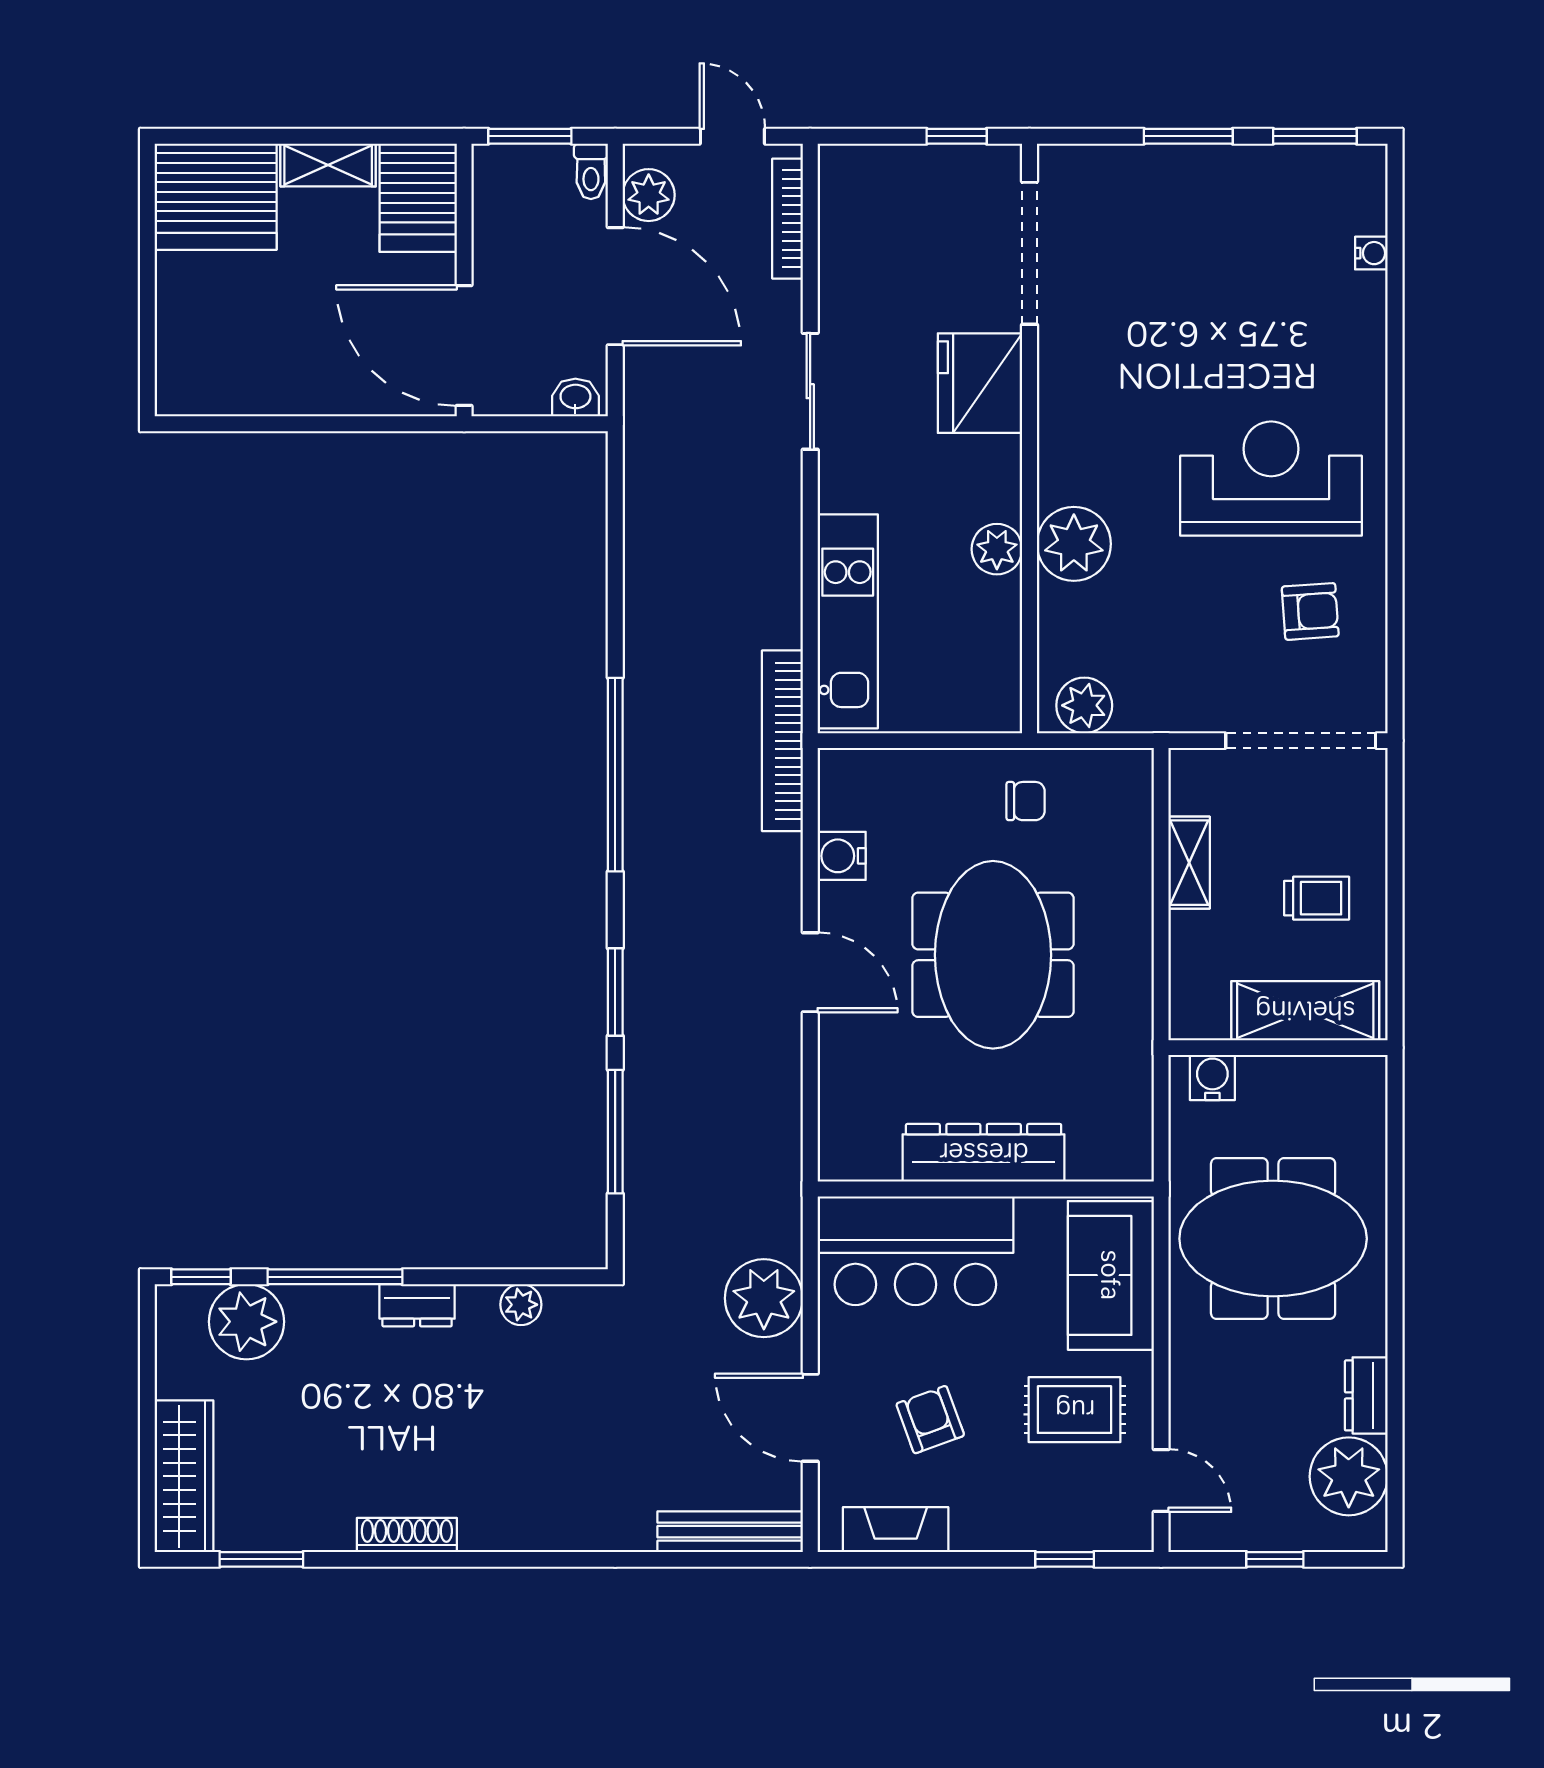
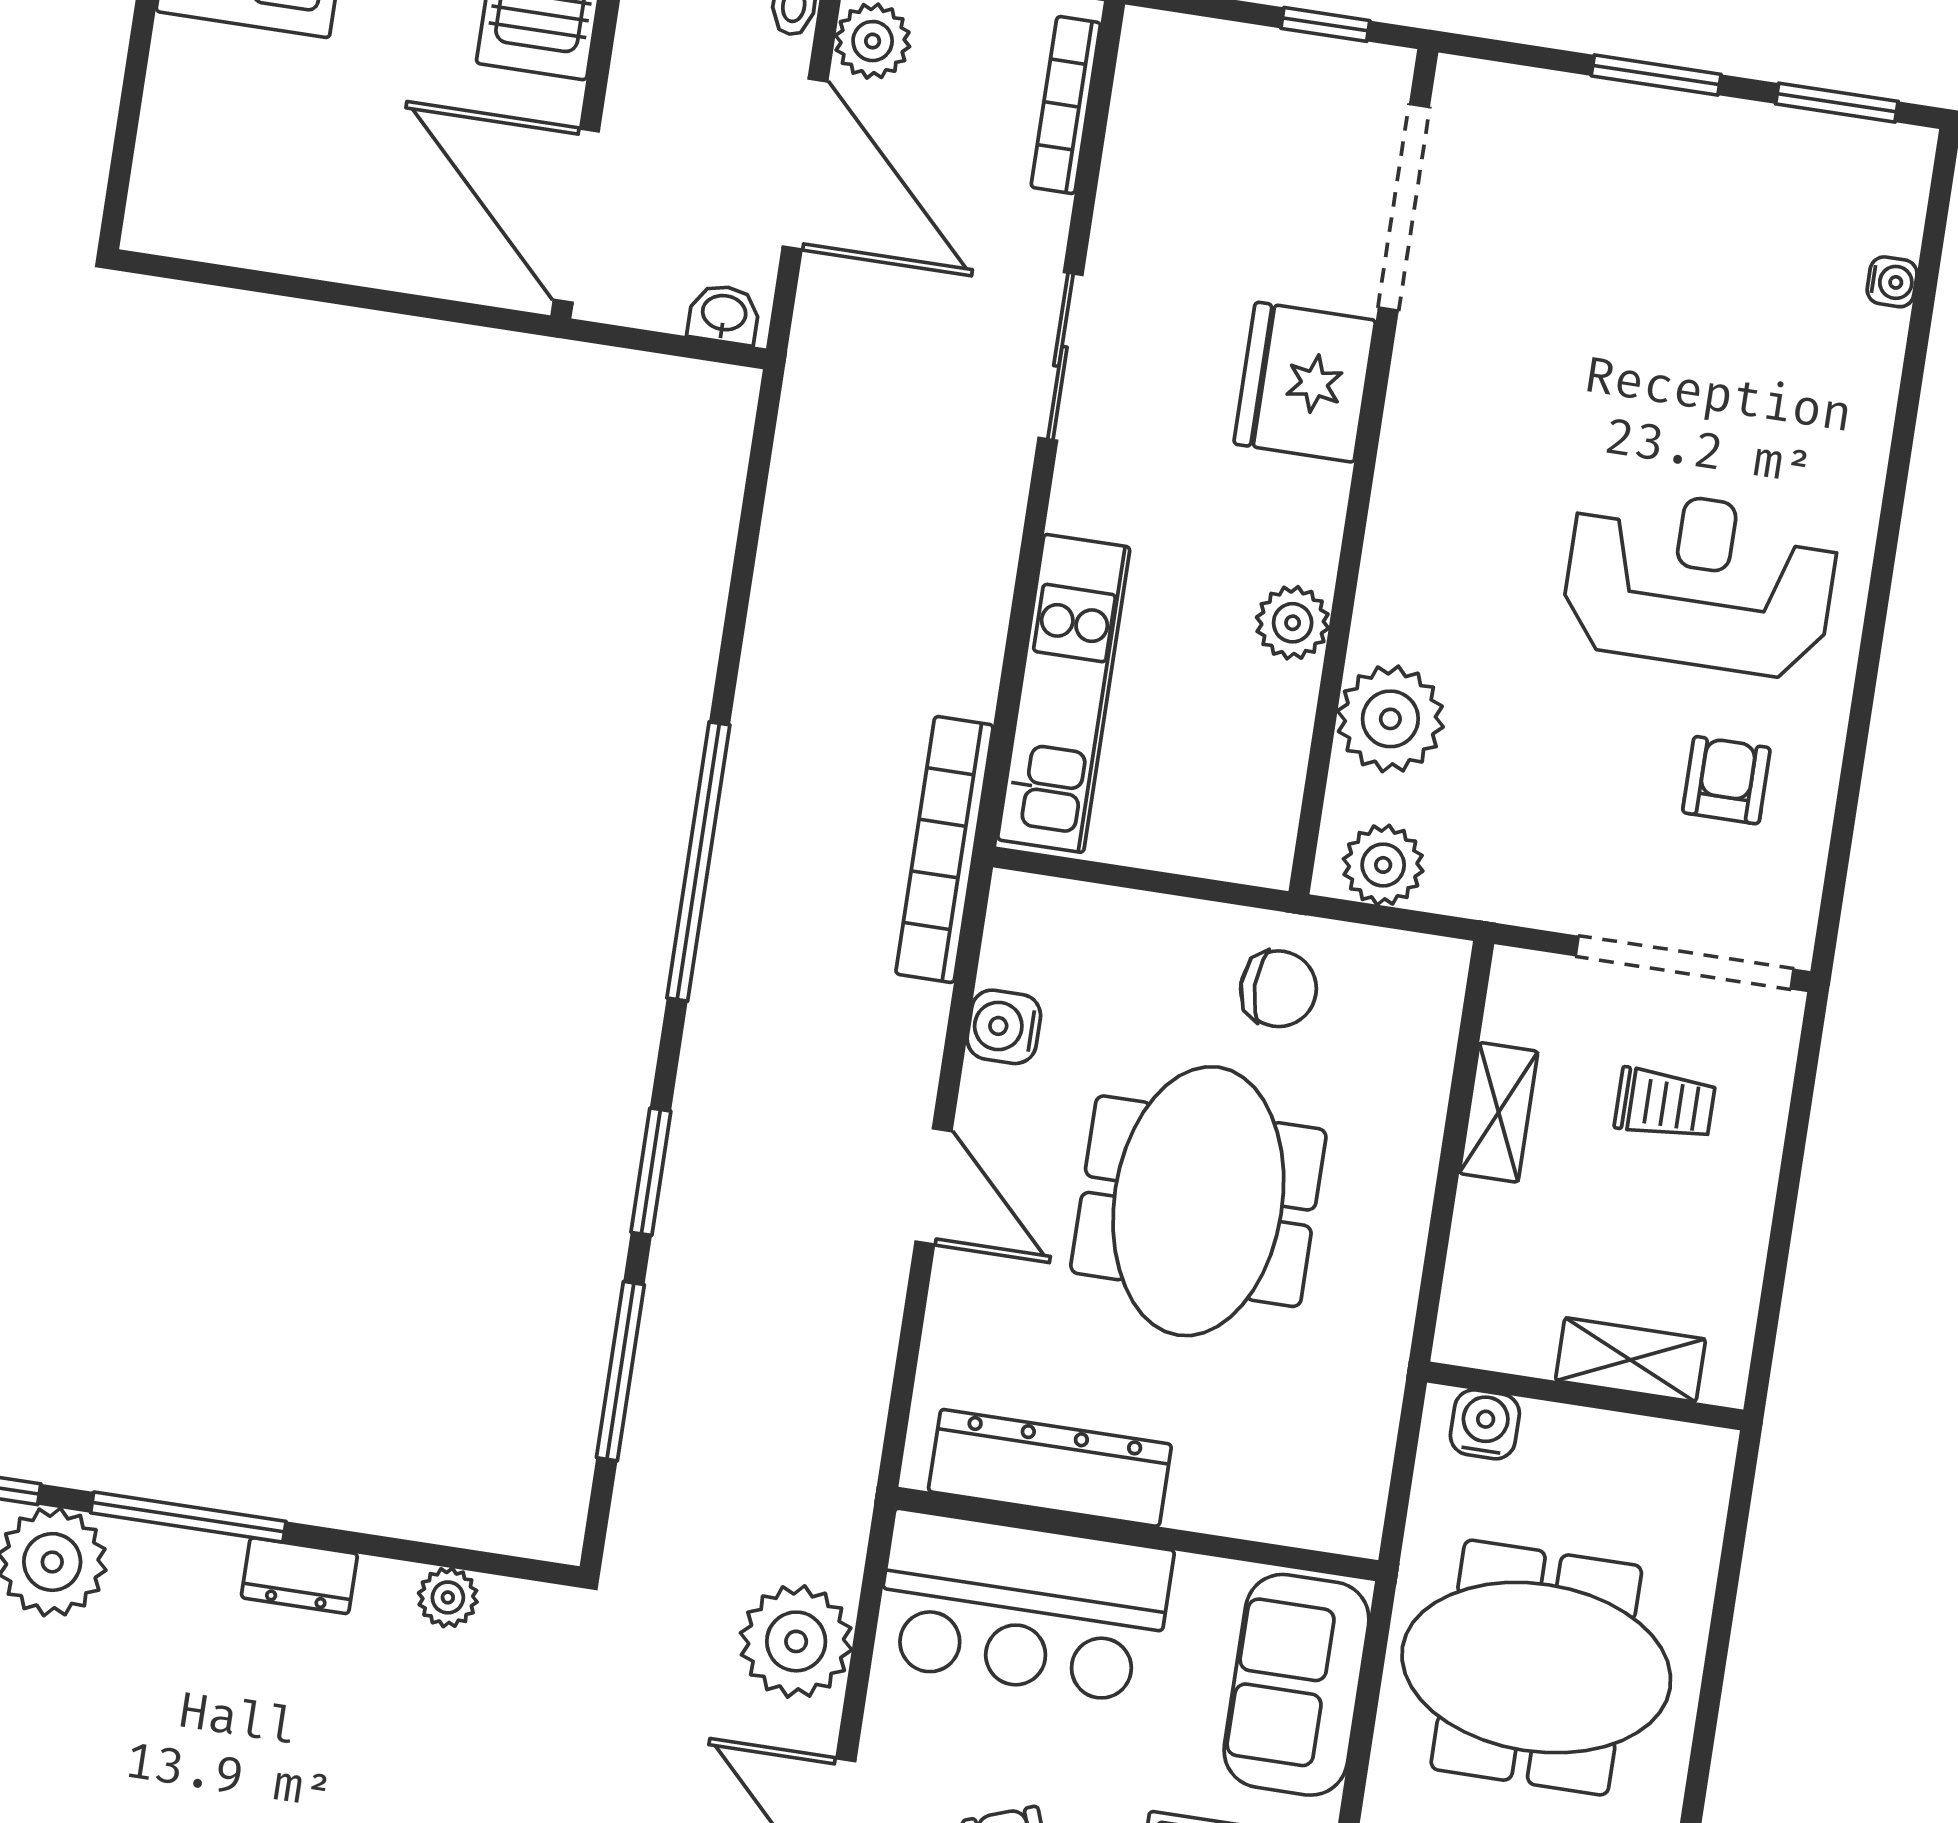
plant: (1074, 544) -> (1390, 719), moved
armchair: (1310, 611) -> (1726, 780), turned -86
chair: (1026, 801) -> (1279, 989), width x1.37, depth x1.37
trolley: (1317, 898) -> (1665, 1104), moved
shelving: (1305, 1011) -> (1630, 1360), width x0.67, depth x0.75
dresser: (984, 1153) -> (1050, 1468), moved

